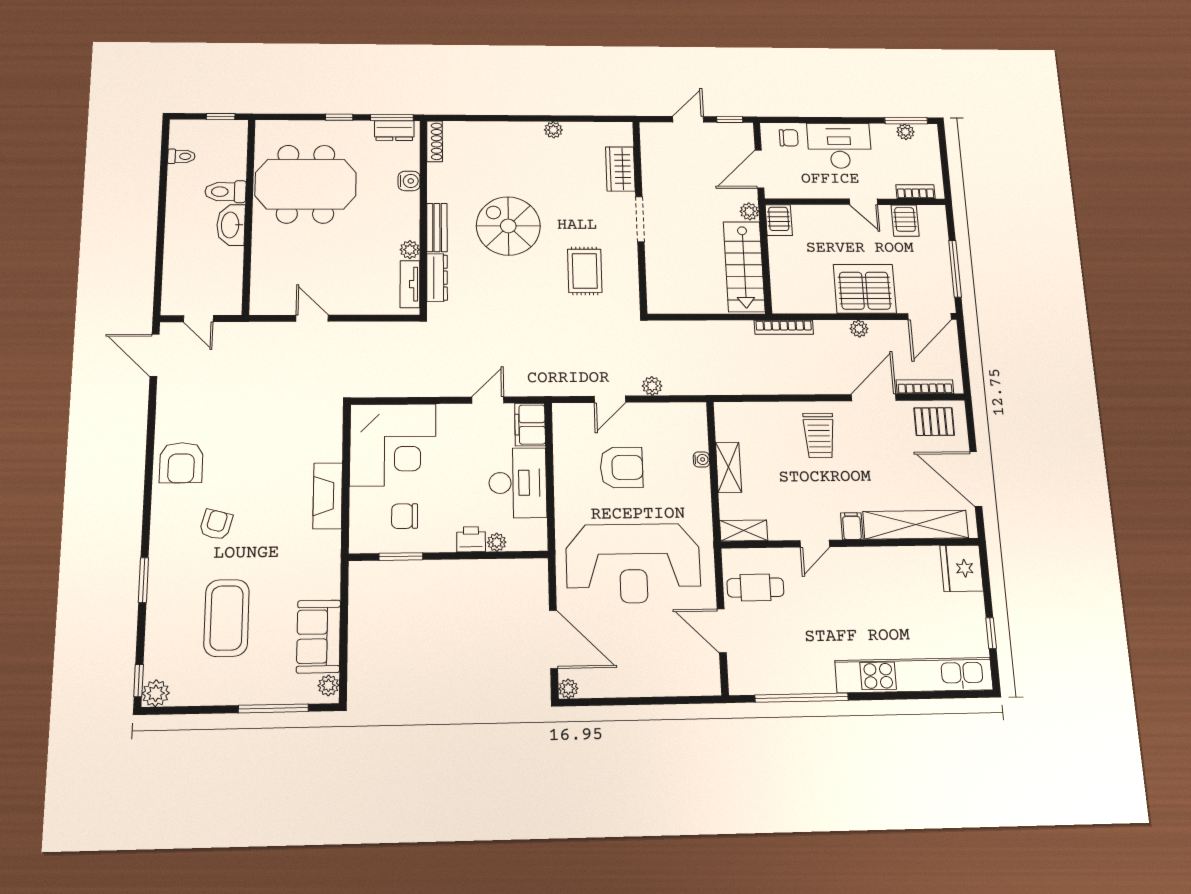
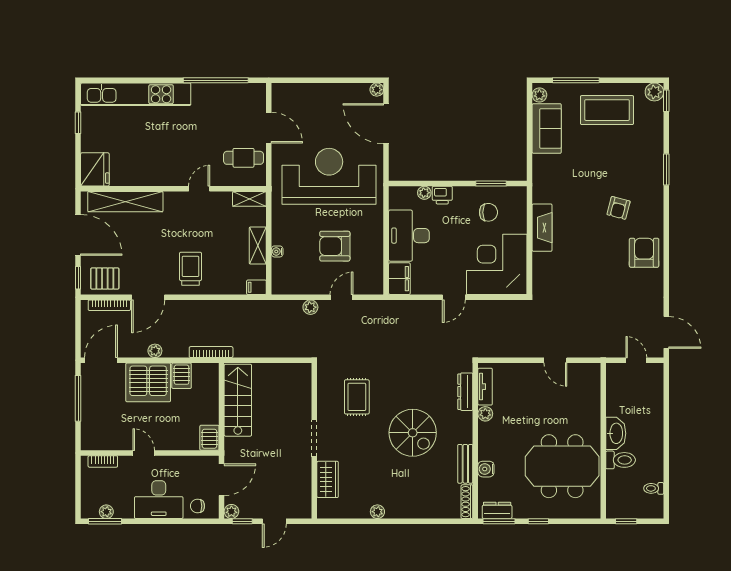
plant: (749, 211) -> (231, 511), moved
server rack: (905, 221) -> (182, 376), moved, turned 180
bench: (437, 228) -> (465, 464), moved
door: (488, 400) -> (454, 297), moved
window: (970, 422) -> (78, 278), added
filing cabinet: (852, 526) -> (256, 287), moved, turned 90
coffee table: (227, 618) -> (607, 110), moved, turned 90

